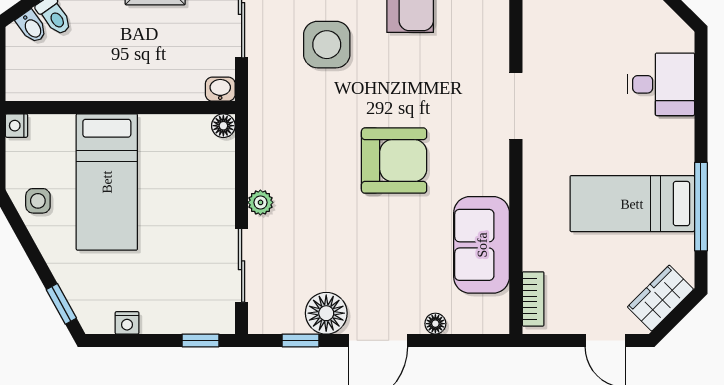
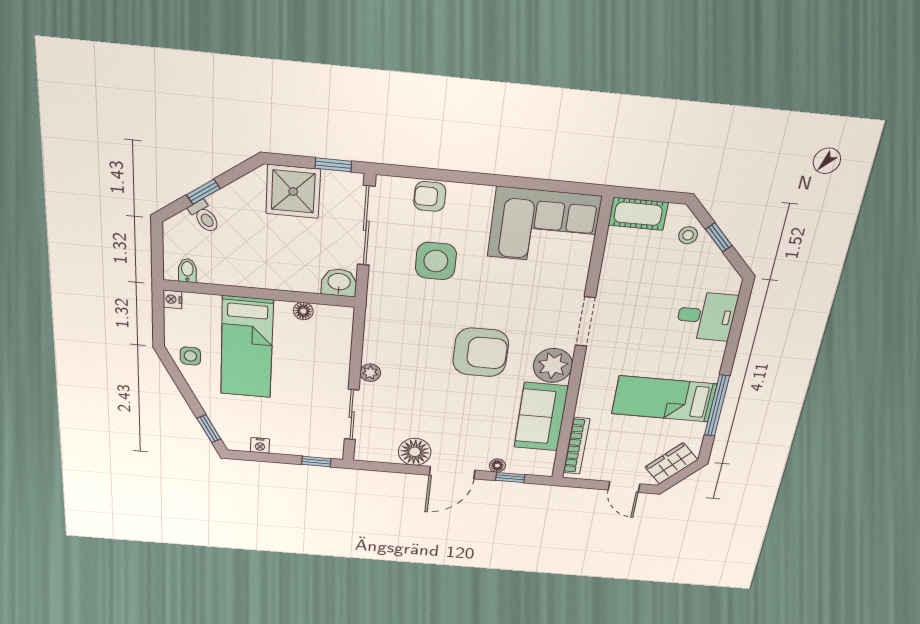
bidet: (32, 27) -> (187, 270), moved, turned -145
washbasin: (220, 89) -> (339, 282), width x1.38, depth x1.45
floor lamp: (223, 126) -> (303, 311), moved
plant: (485, 170) -> (553, 365), added
bookcase: (533, 299) -> (576, 446), width x1.56
window: (300, 340) -> (510, 477), moved

